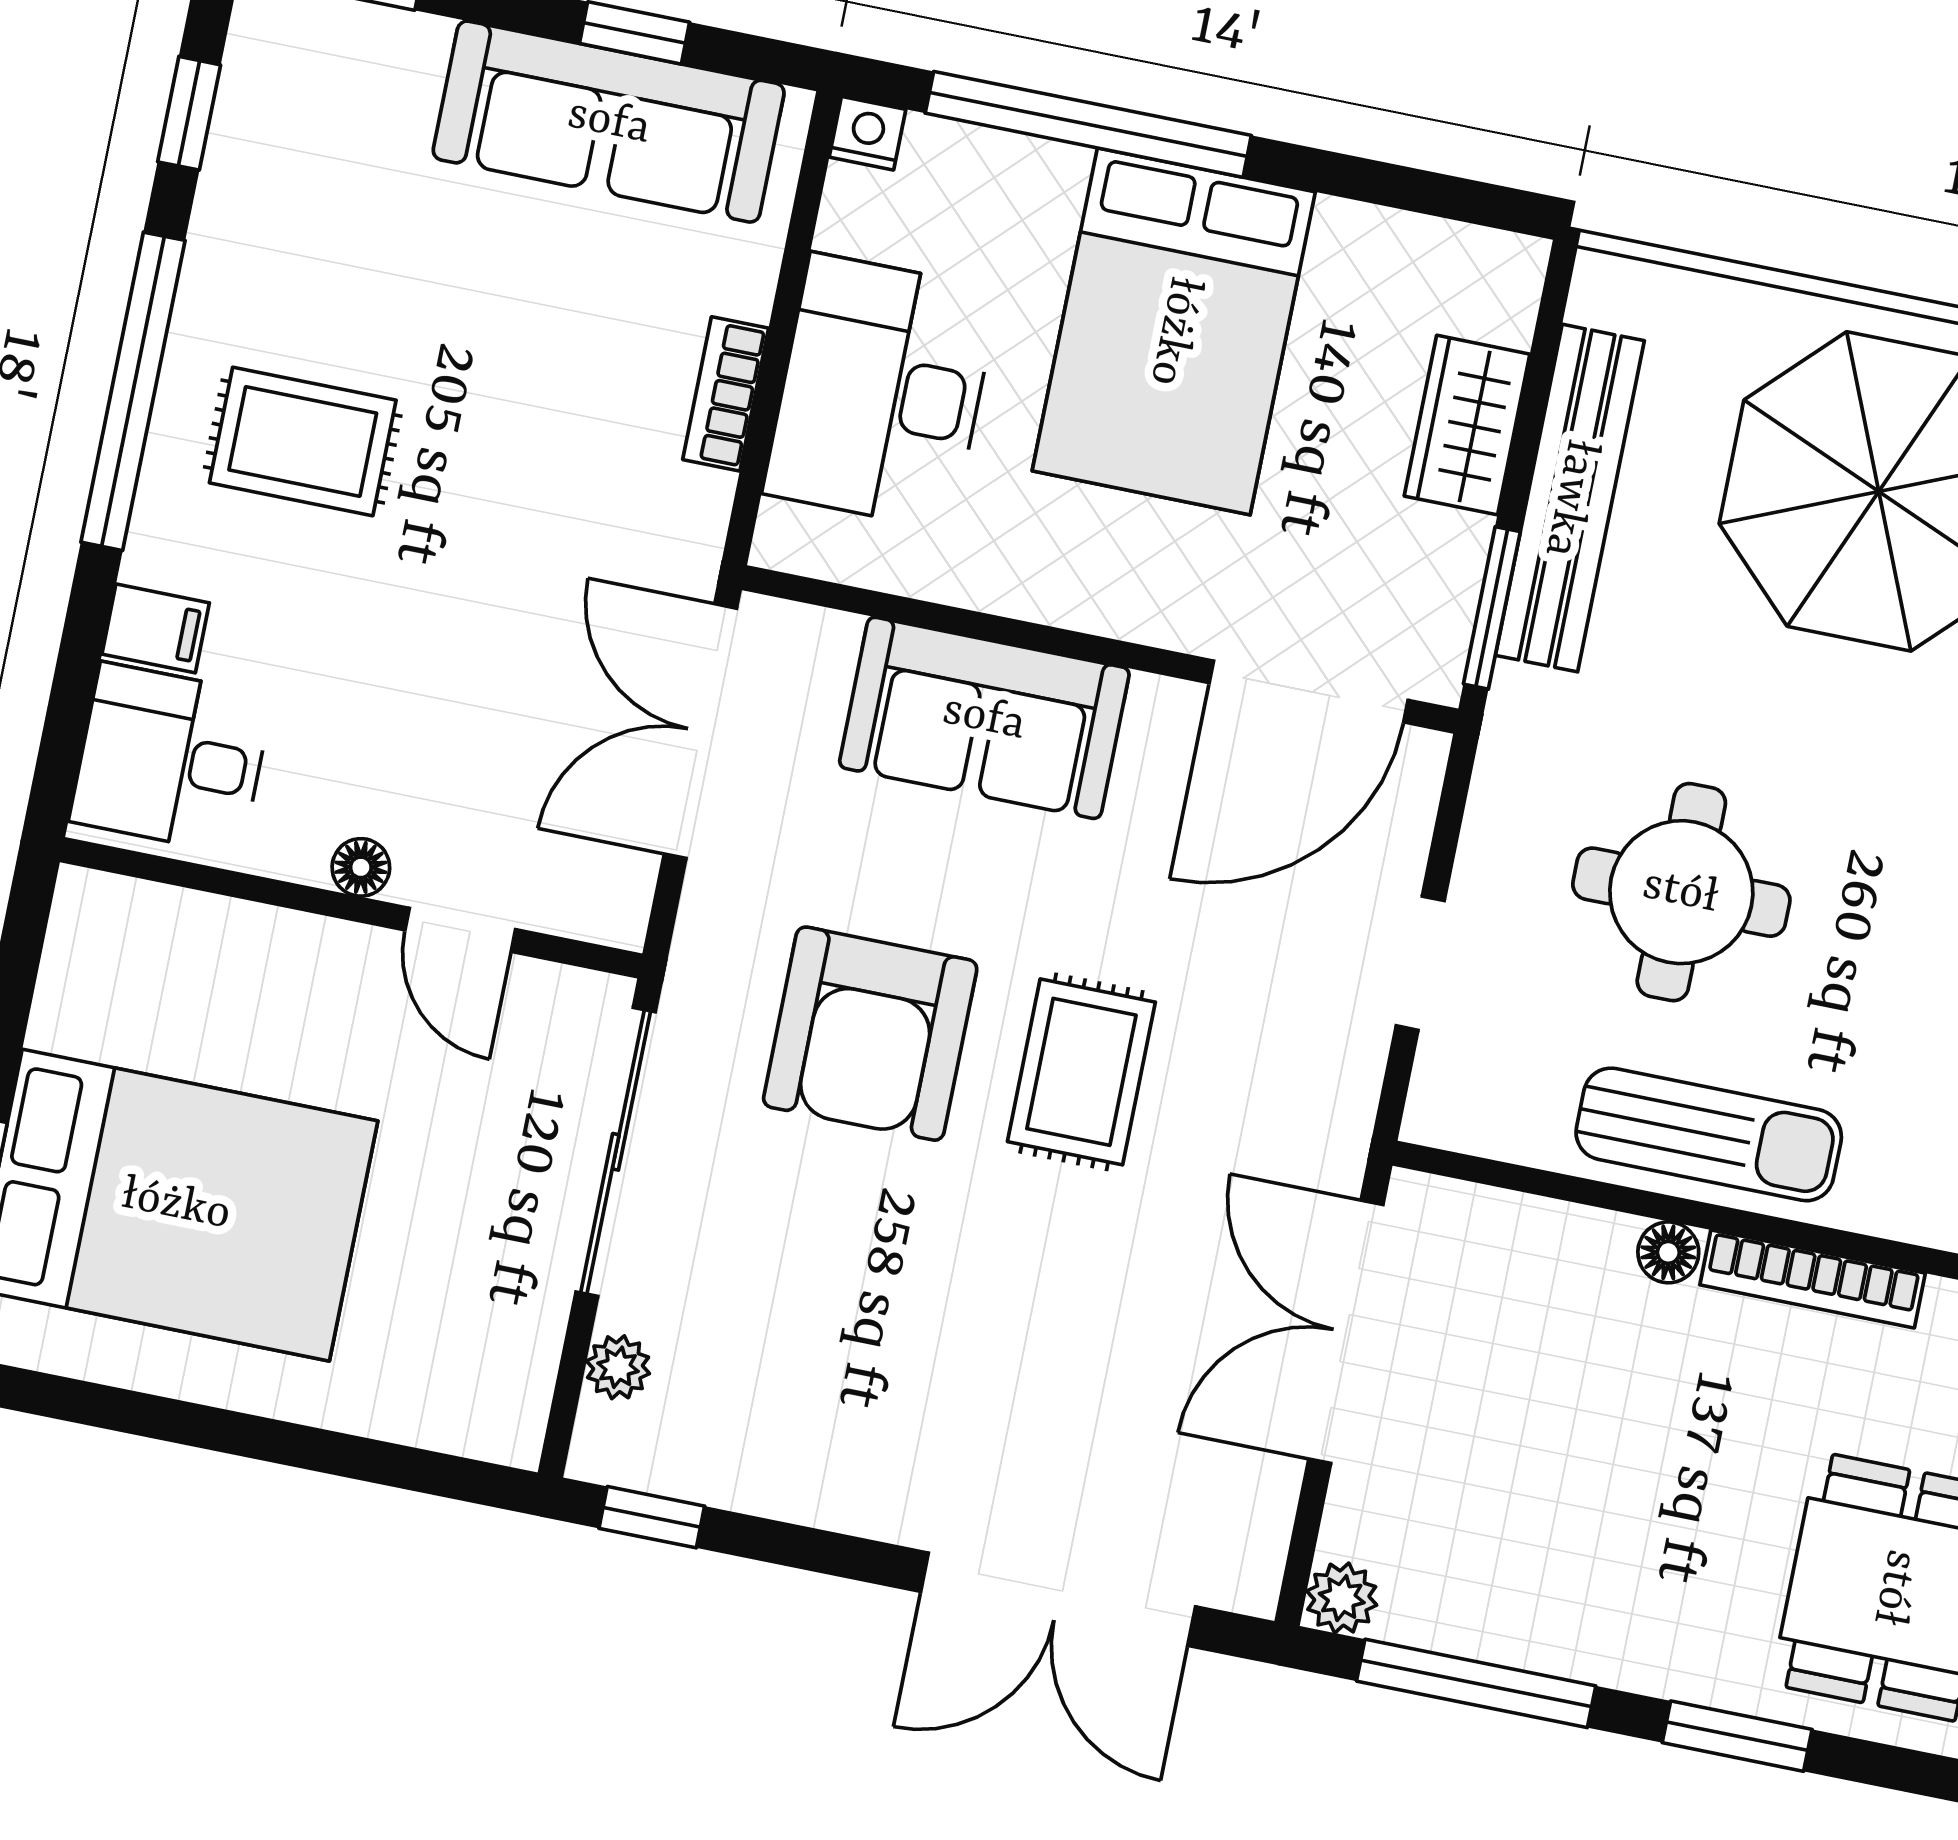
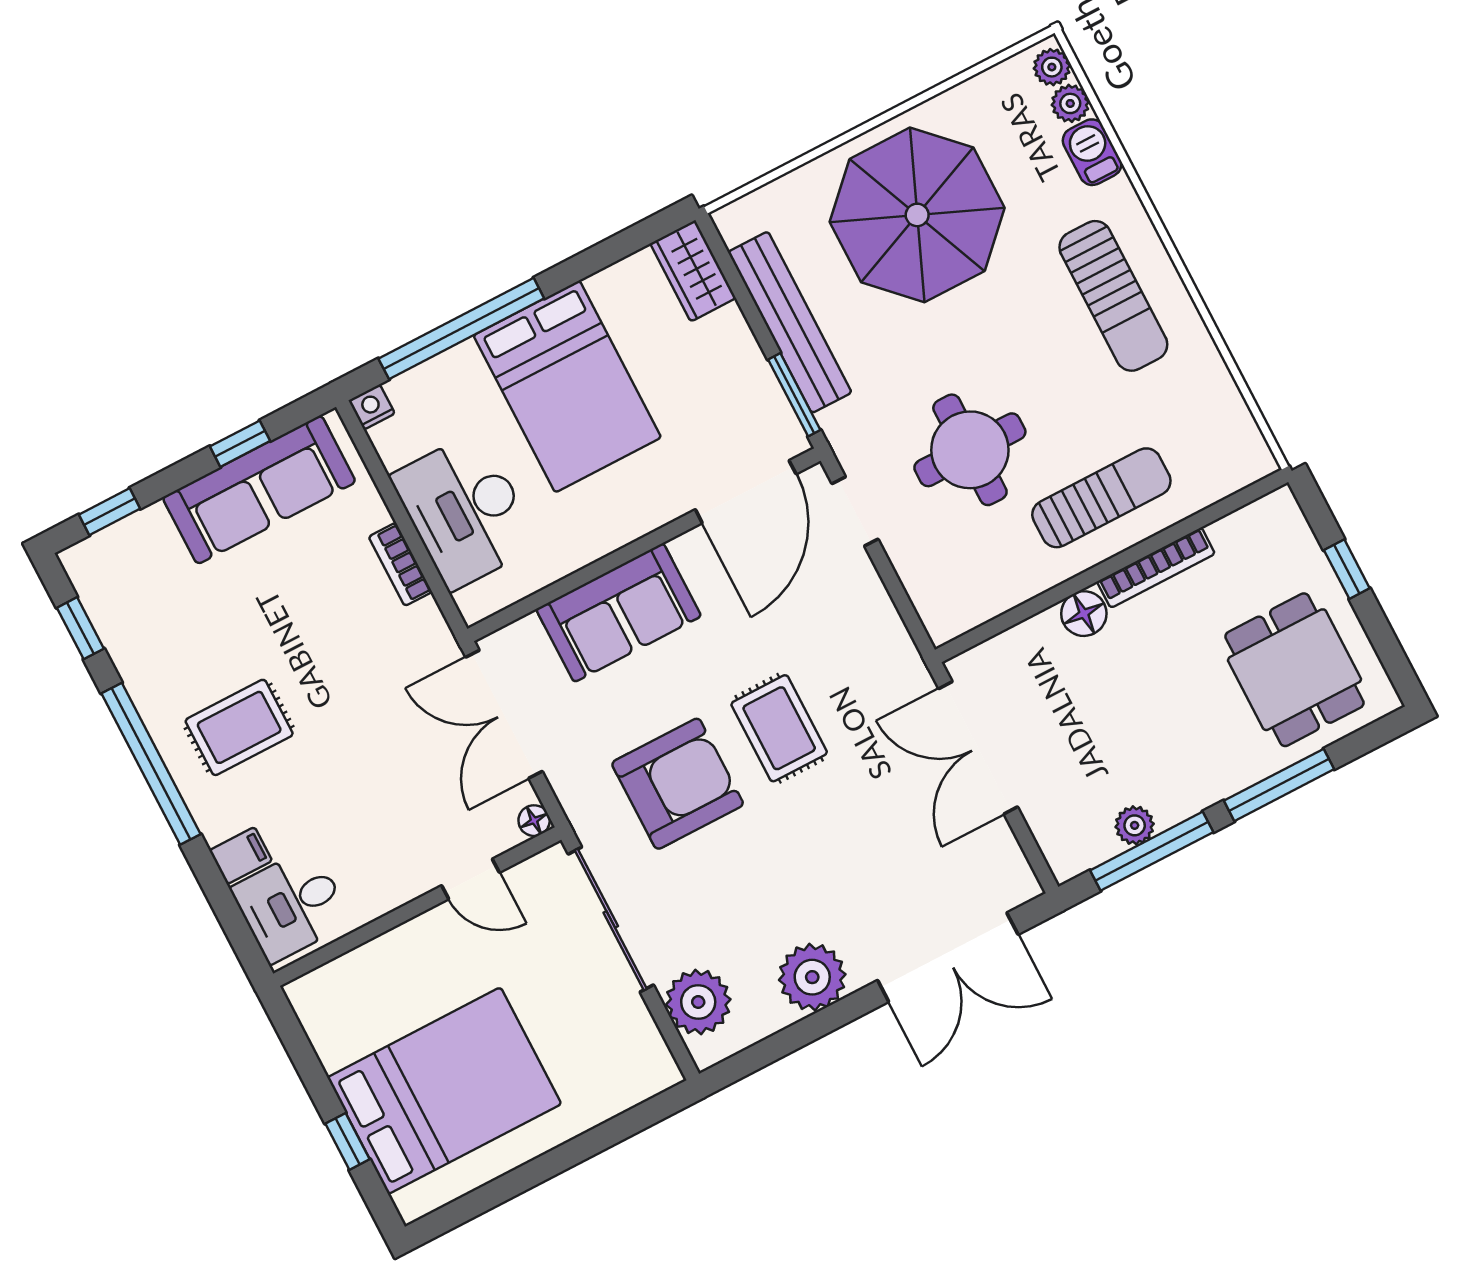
wardrobe: (1467, 425) -> (693, 271), moved
floor lamp: (361, 867) -> (534, 821), moved
doorway: (1420, 963) -> (855, 511), moved
armchair: (870, 1034) -> (678, 784), turned -90
sun lounger: (1709, 1134) -> (1101, 498), moved
floor lamp: (1668, 1252) -> (1084, 614), width x1.37, depth x1.37
plant: (618, 1367) -> (698, 1002), width x1.88, depth x1.88
plant: (839, 1470) -> (812, 977), added
window: (652, 1517) -> (750, 1061), removed
plant: (1342, 1598) -> (1135, 825), moved
window: (1737, 1736) -> (1279, 785), width x1.44

